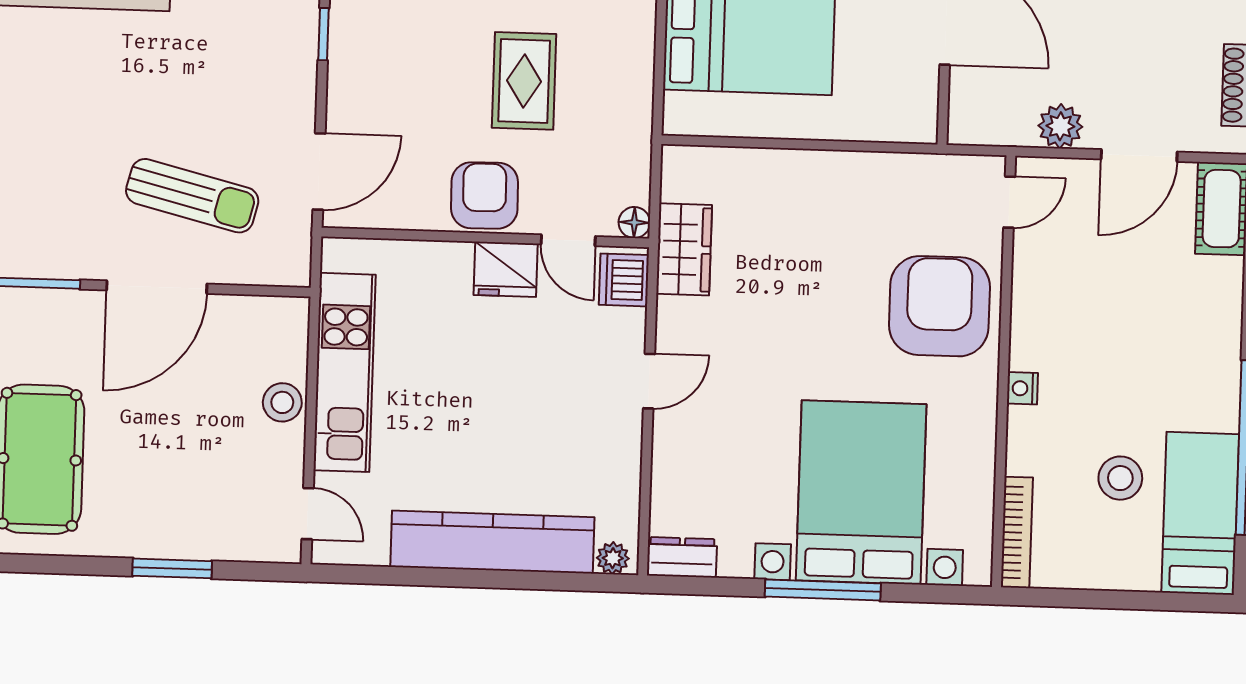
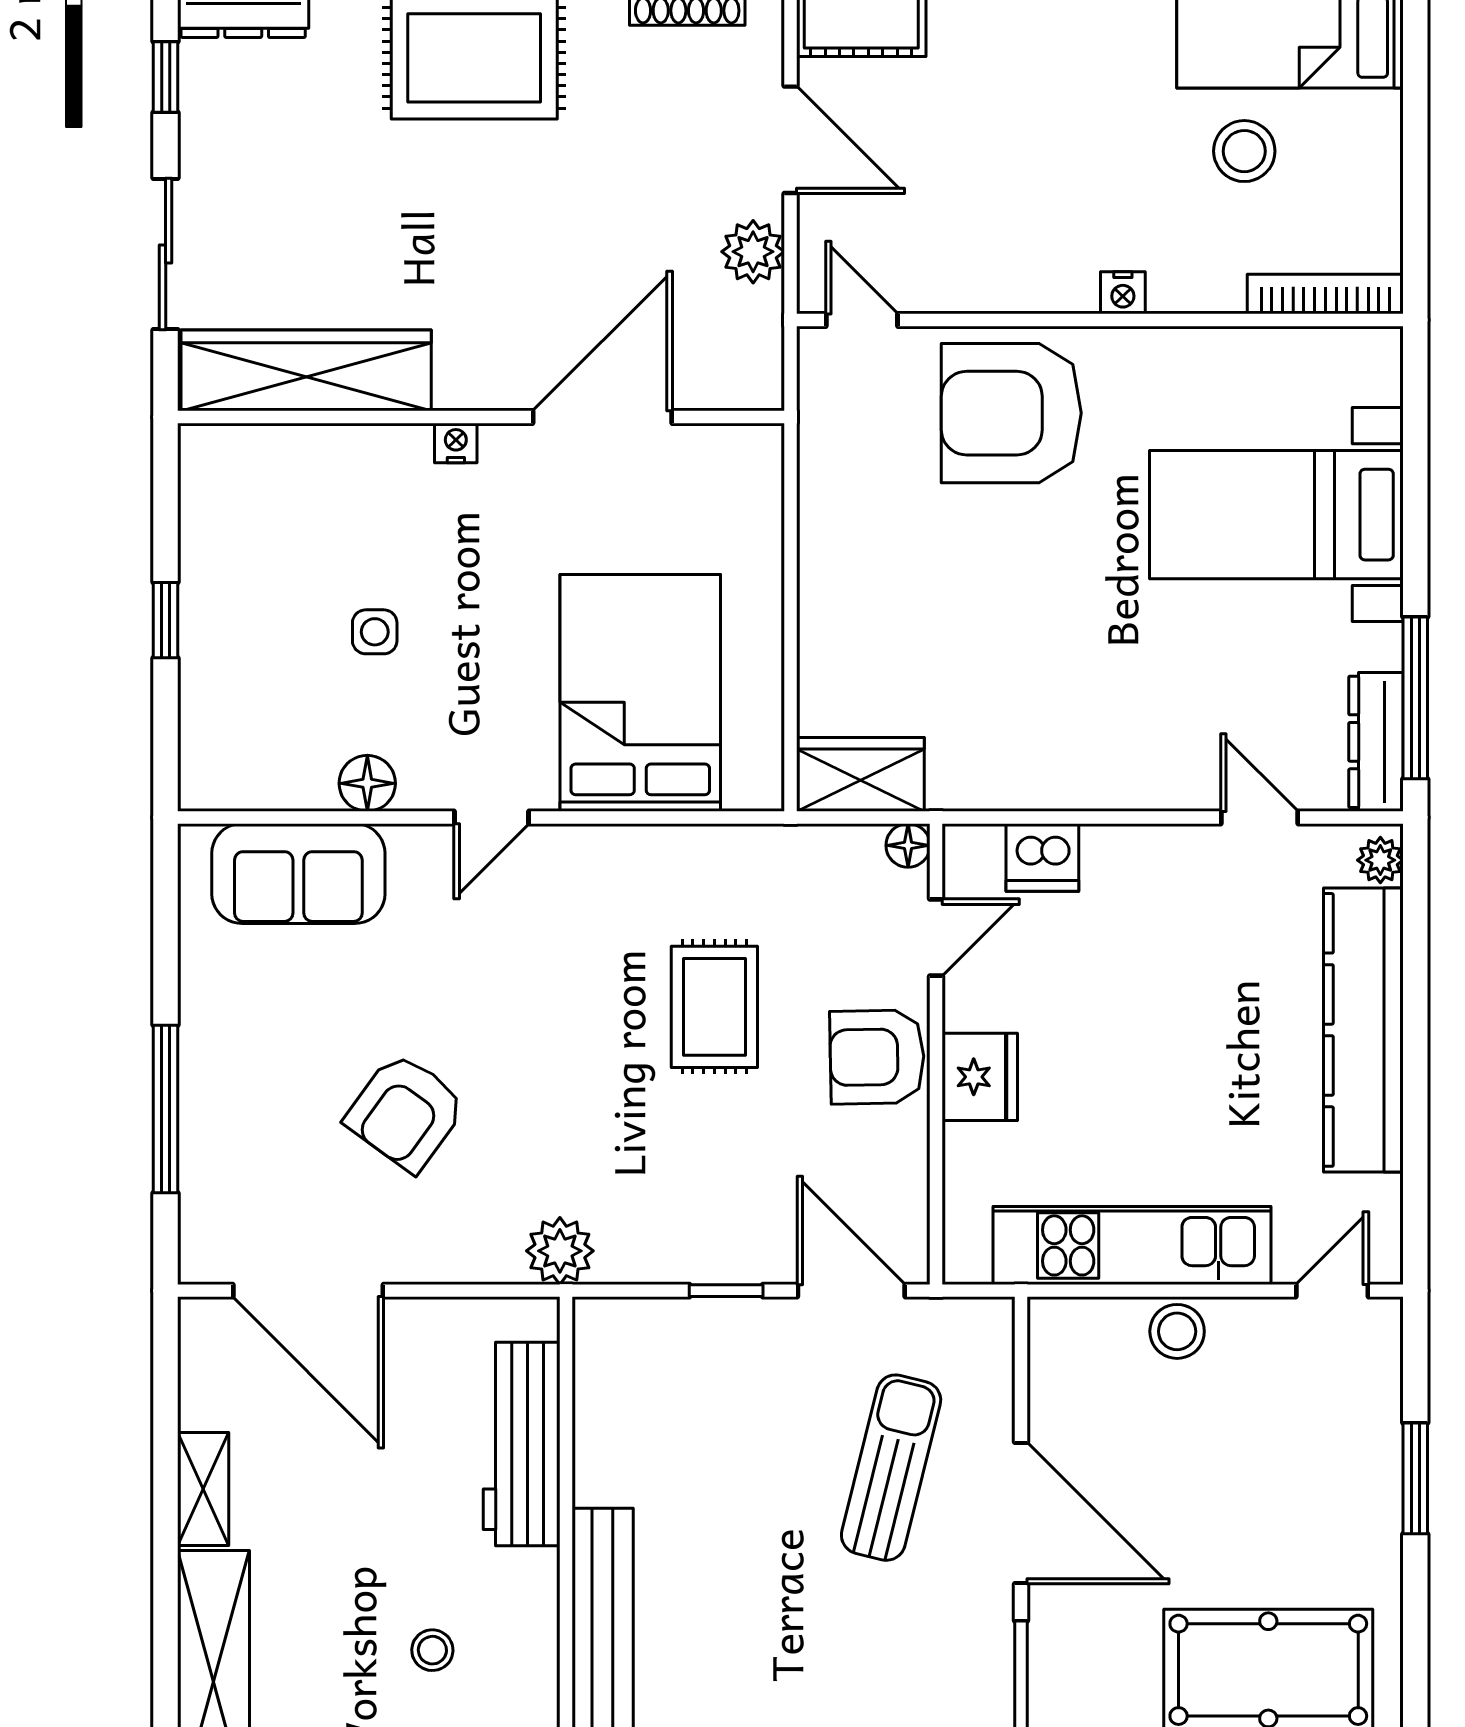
window: (324, 34) -> (726, 1291), moved
rug: (524, 81) -> (714, 1007), turned 90
wardrobe: (684, 249) -> (860, 774), moved
fridge: (506, 269) -> (980, 1077), moved
dishwasher: (624, 280) -> (1042, 857), moved
door: (649, 381) -> (1260, 817), moved
bed with nightstands: (861, 492) -> (1276, 515), width x0.73
dresser: (682, 557) -> (1376, 742), width x1.44
window: (823, 590) -> (1415, 698), moved

